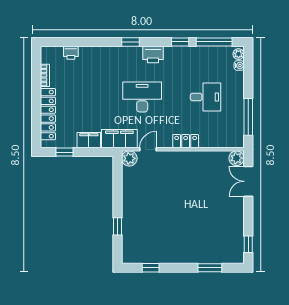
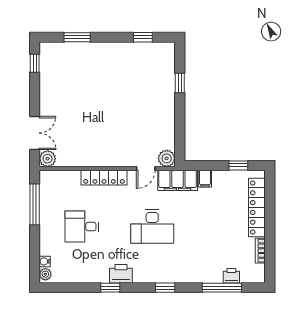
window: (214, 42) -> (222, 288), moved
printer: (153, 55) -> (121, 274), moved
filing cabinet: (89, 140) -> (205, 179), width x0.50
locker: (186, 141) -> (104, 178), width x1.53

